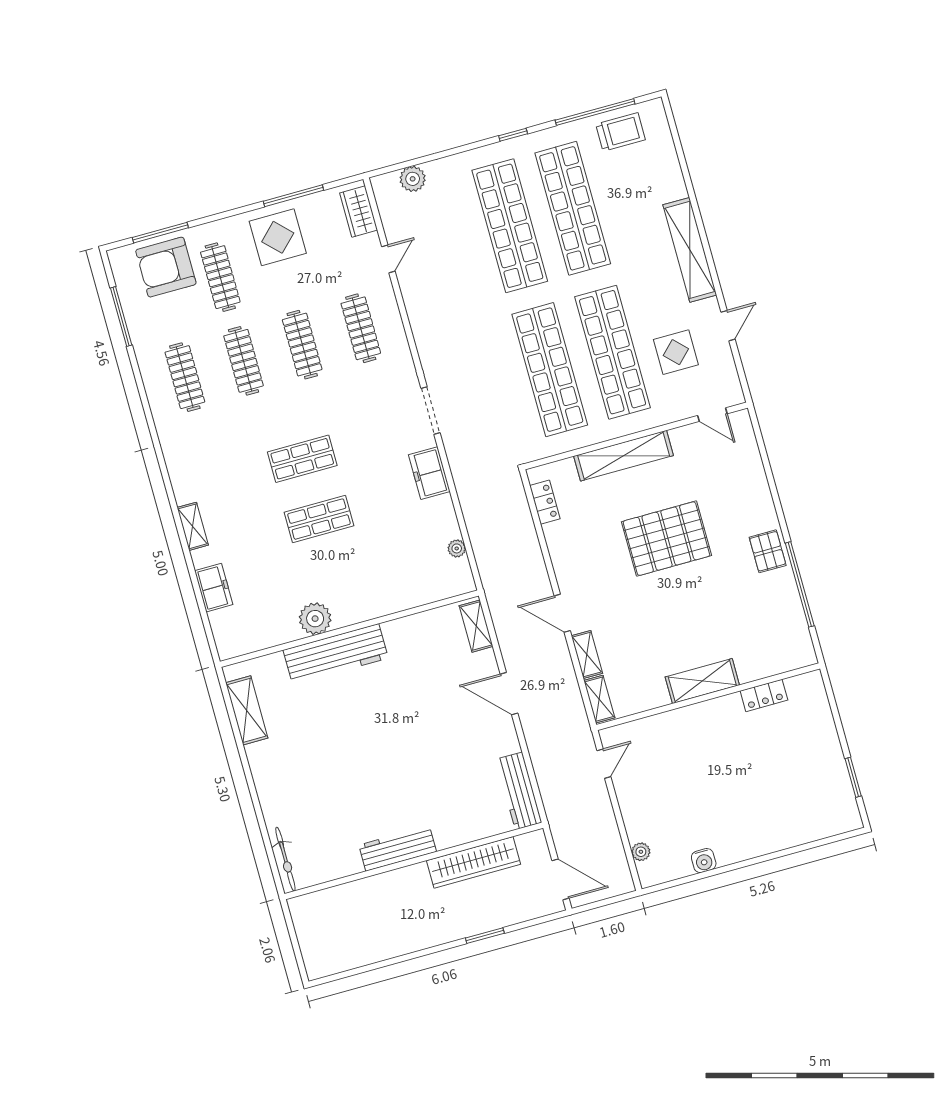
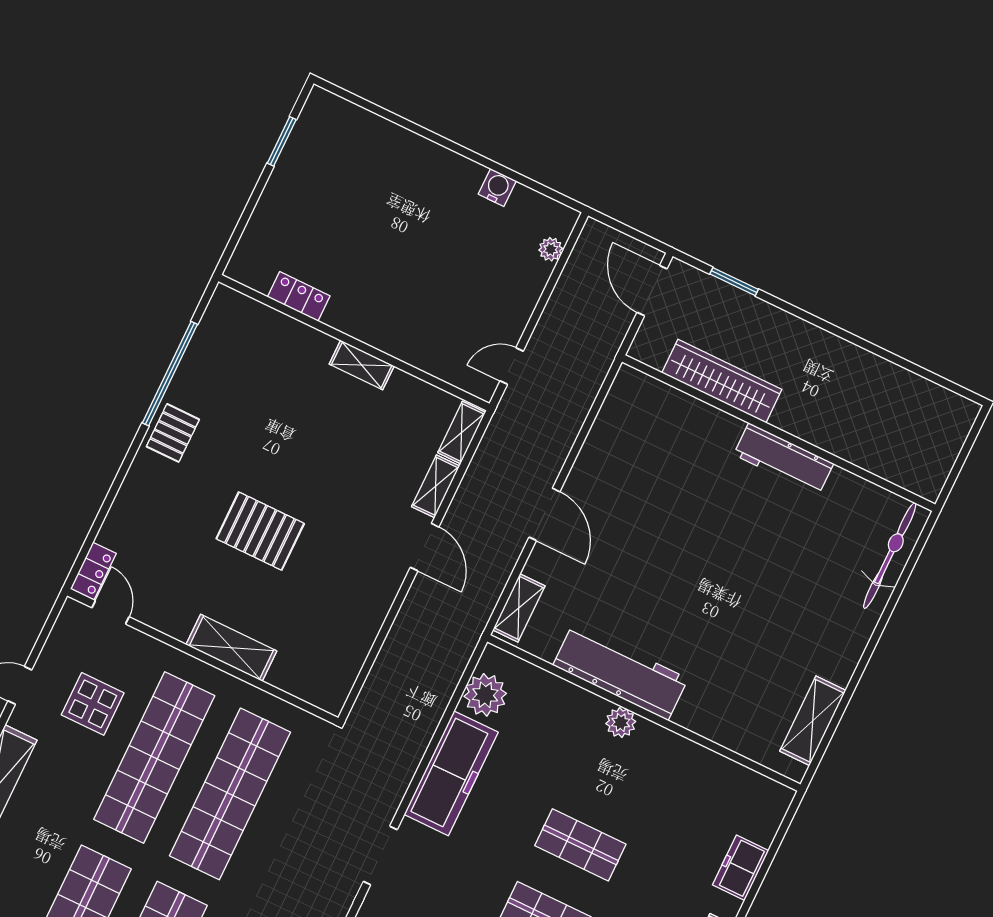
shelving: (624, 456) -> (231, 648), width x0.68
freezer: (429, 473) -> (451, 773), width x1.91, depth x1.26
locker: (545, 502) -> (93, 571), moved, turned 180
pallet: (666, 539) -> (260, 531), width x0.73, depth x0.71
plant: (457, 548) -> (485, 695), width x1.88, depth x1.88
plant: (315, 619) -> (621, 723), moved, width x0.73, depth x0.73
workbench: (336, 654) -> (621, 672), moved
shelving: (702, 681) -> (362, 365), width x0.67, depth x0.75
workbench: (519, 791) -> (617, 412), removed
bicycle: (285, 859) -> (890, 556), width x1.37, depth x1.40
window: (485, 936) -> (734, 282), moved

